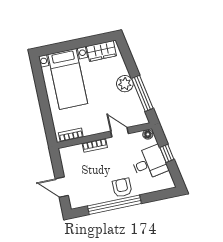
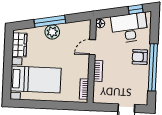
window: (142, 93) -> (50, 21), moved
window: (167, 153) -> (136, 9), moved
desk: (149, 163) -> (129, 28), width x1.37

